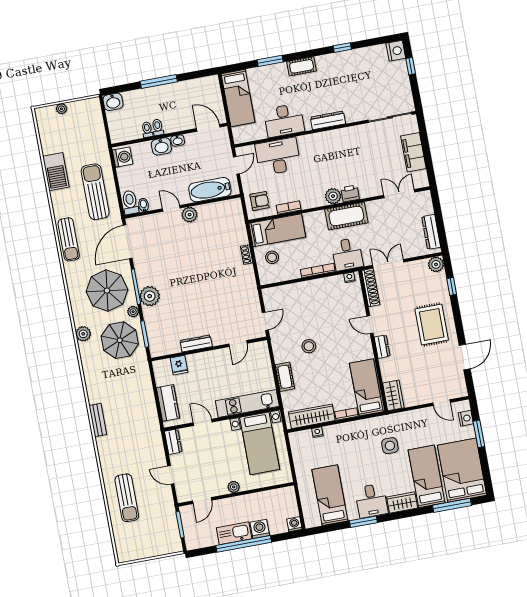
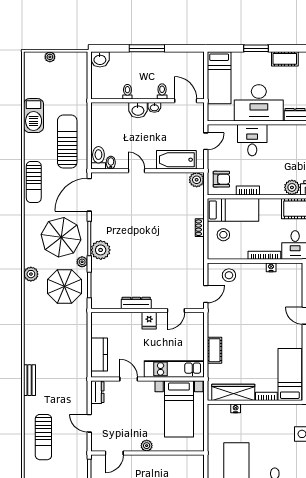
desk: (284, 120) -> (259, 103), width x1.36, depth x1.30
toilet: (158, 127) -> (162, 91), moved
desk: (278, 156) -> (252, 140), width x0.73
washing machine: (123, 157) -> (99, 113), removed
plant: (189, 215) -> (197, 180), moved
nightstand: (349, 277) -> (271, 267), moved
stool: (309, 346) -> (229, 275), moved
fridge: (179, 365) -> (149, 321), moved
bench: (98, 420) -> (30, 380), moved

